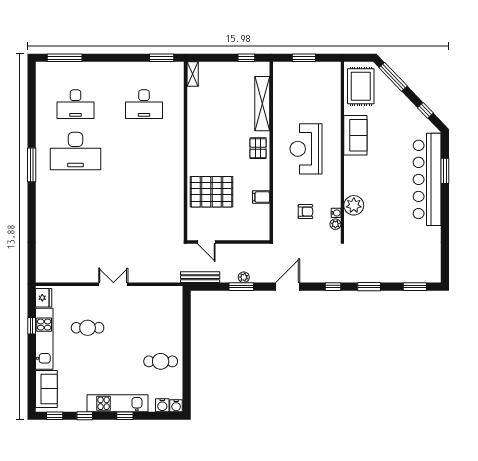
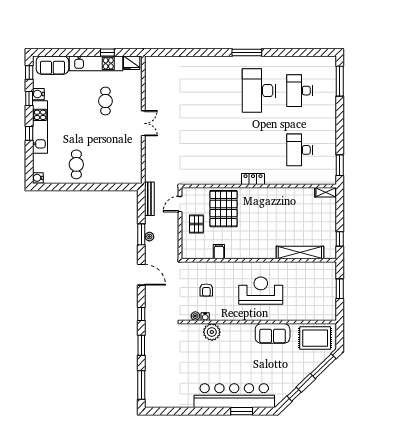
pallet: (258, 148) -> (196, 224), moved, turned 90
locker: (177, 158) -> (253, 179), added
window: (415, 287) -> (141, 385), width x1.44
water cooler: (162, 405) -> (38, 94), moved

